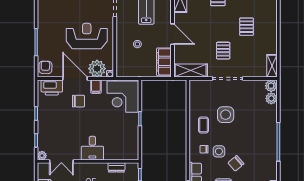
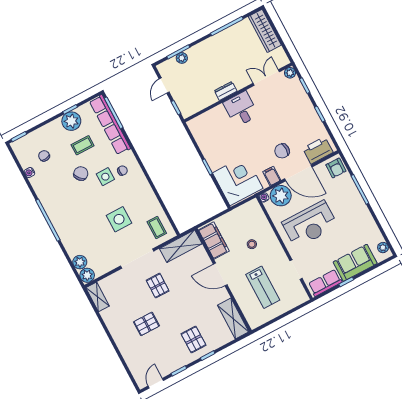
pallet: (246, 27) -> (146, 324), turned 90
coffee table: (203, 125) -> (157, 228), moved
dresser: (116, 167) -> (226, 91), moved

